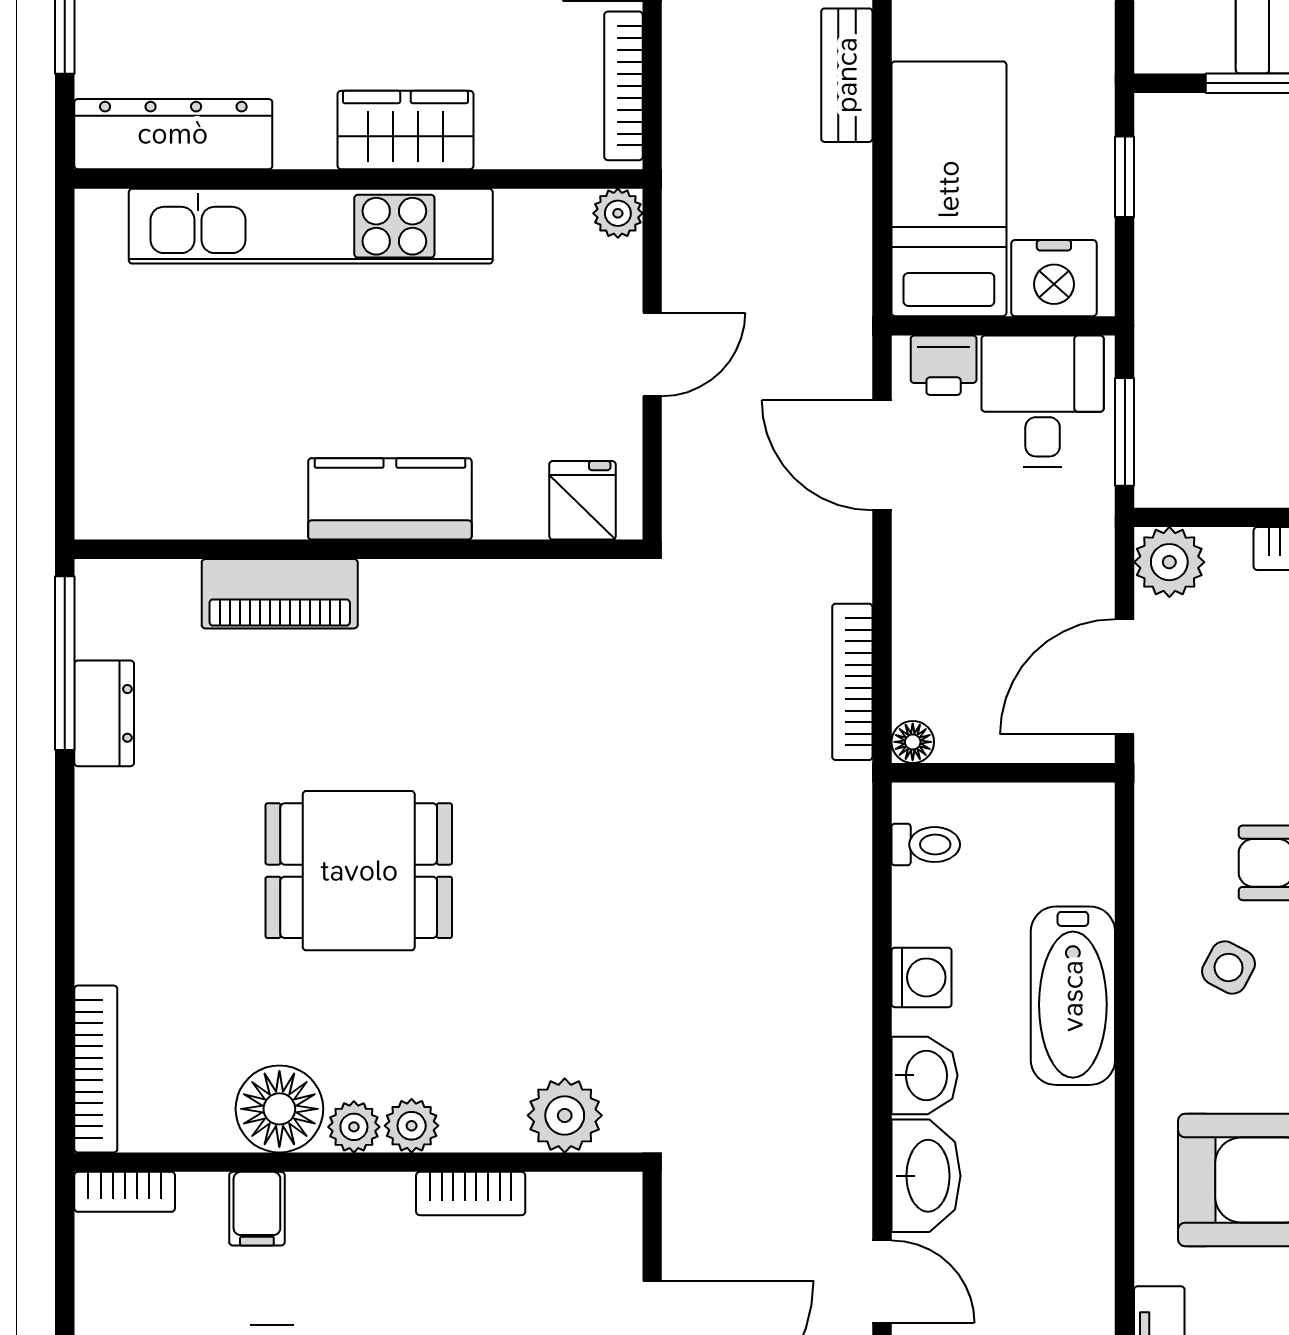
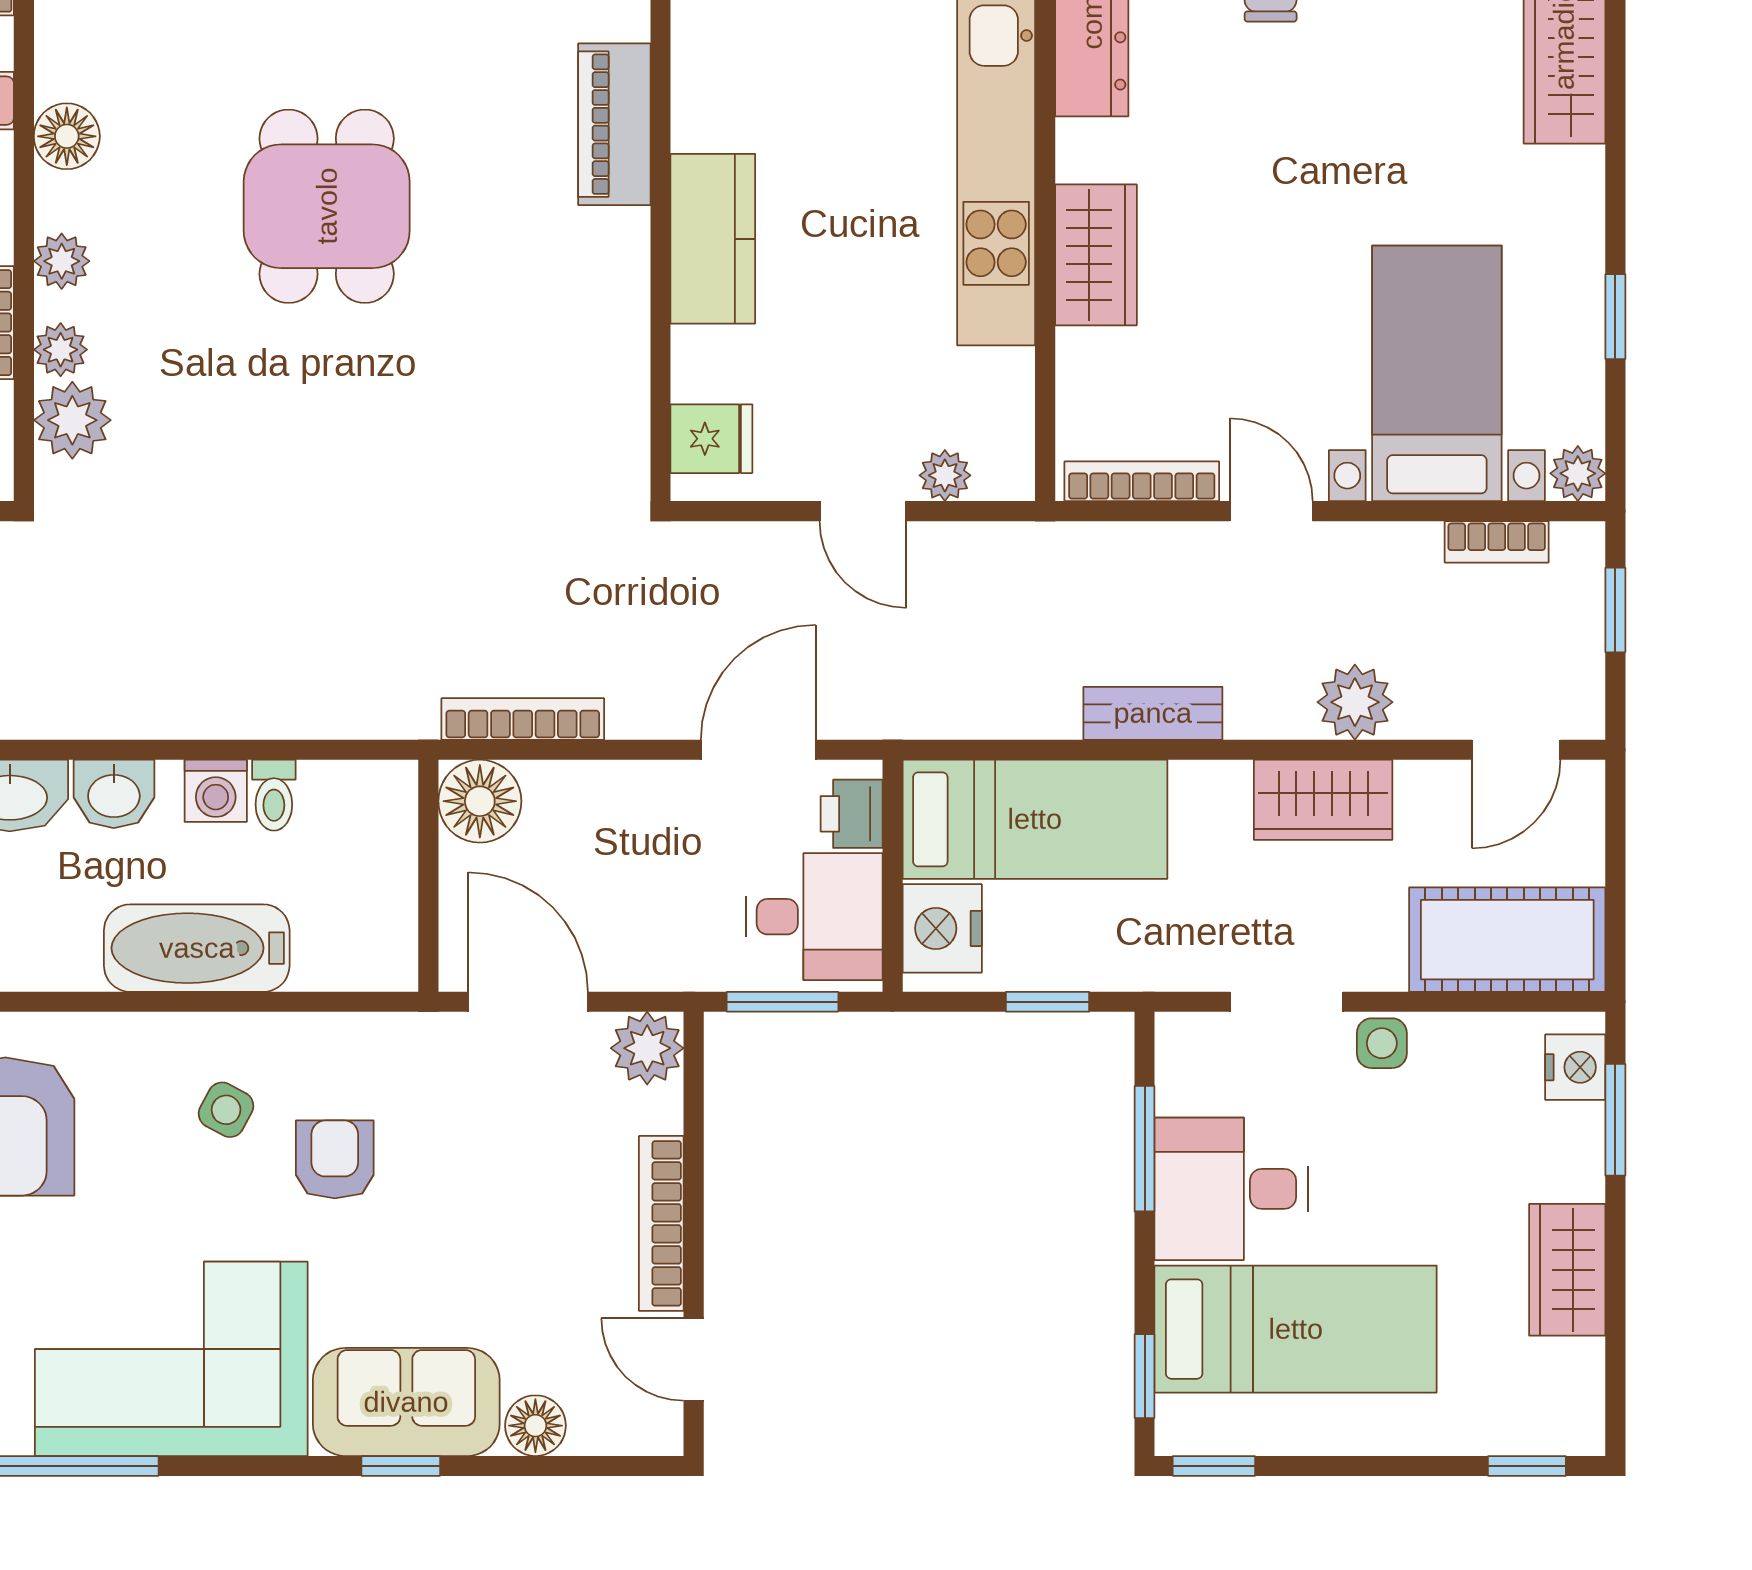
plant: (618, 213) -> (945, 475), moved
floor lamp: (913, 742) -> (480, 801), width x1.89, depth x1.89
toilet: (926, 845) -> (274, 795), moved
floor lamp: (279, 1109) -> (67, 136), width x0.73, depth x0.73
plant: (354, 1127) -> (61, 350), moved

